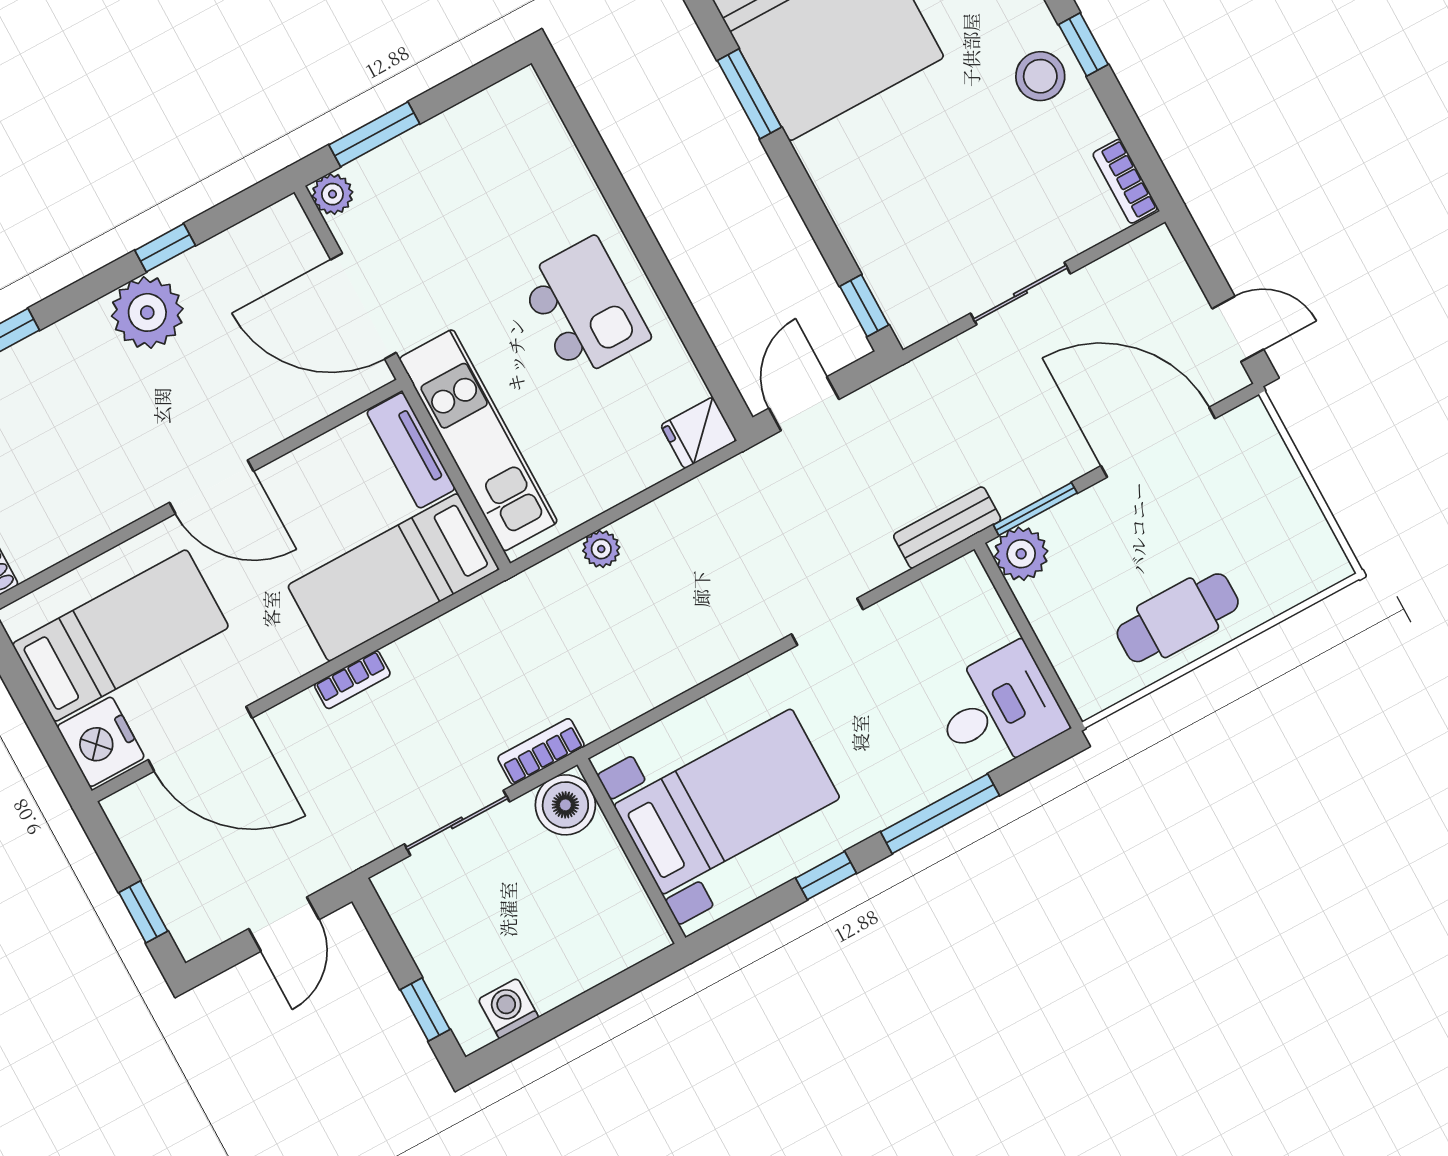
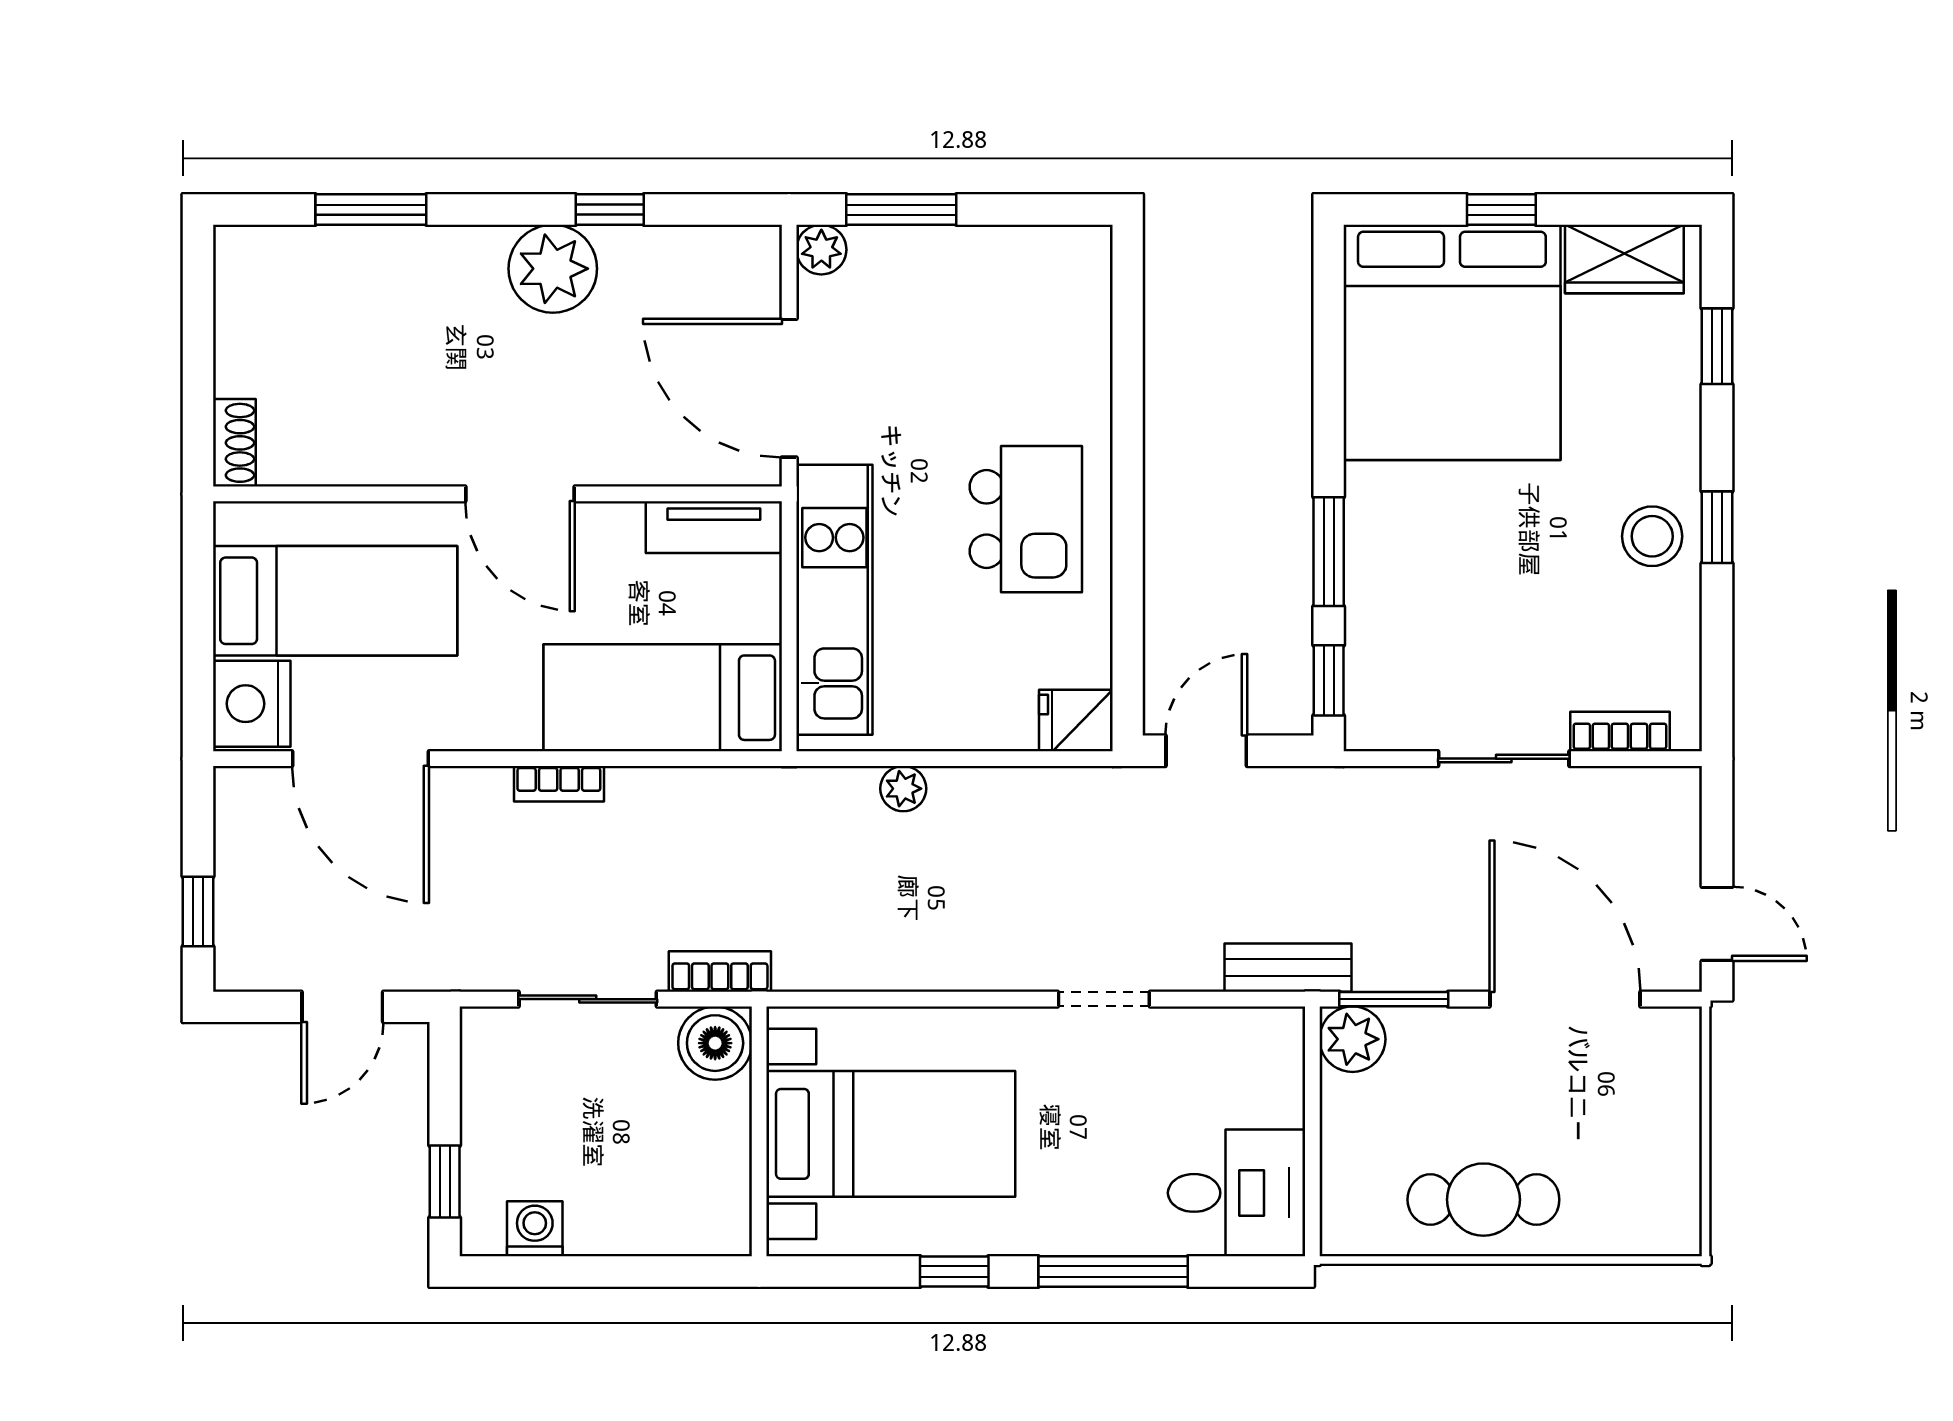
window: (749, 94) -> (1329, 552), moved
bookcase: (1125, 181) -> (1620, 731), moved, turned 90
tv unit: (411, 450) -> (714, 527), moved, turned -90

